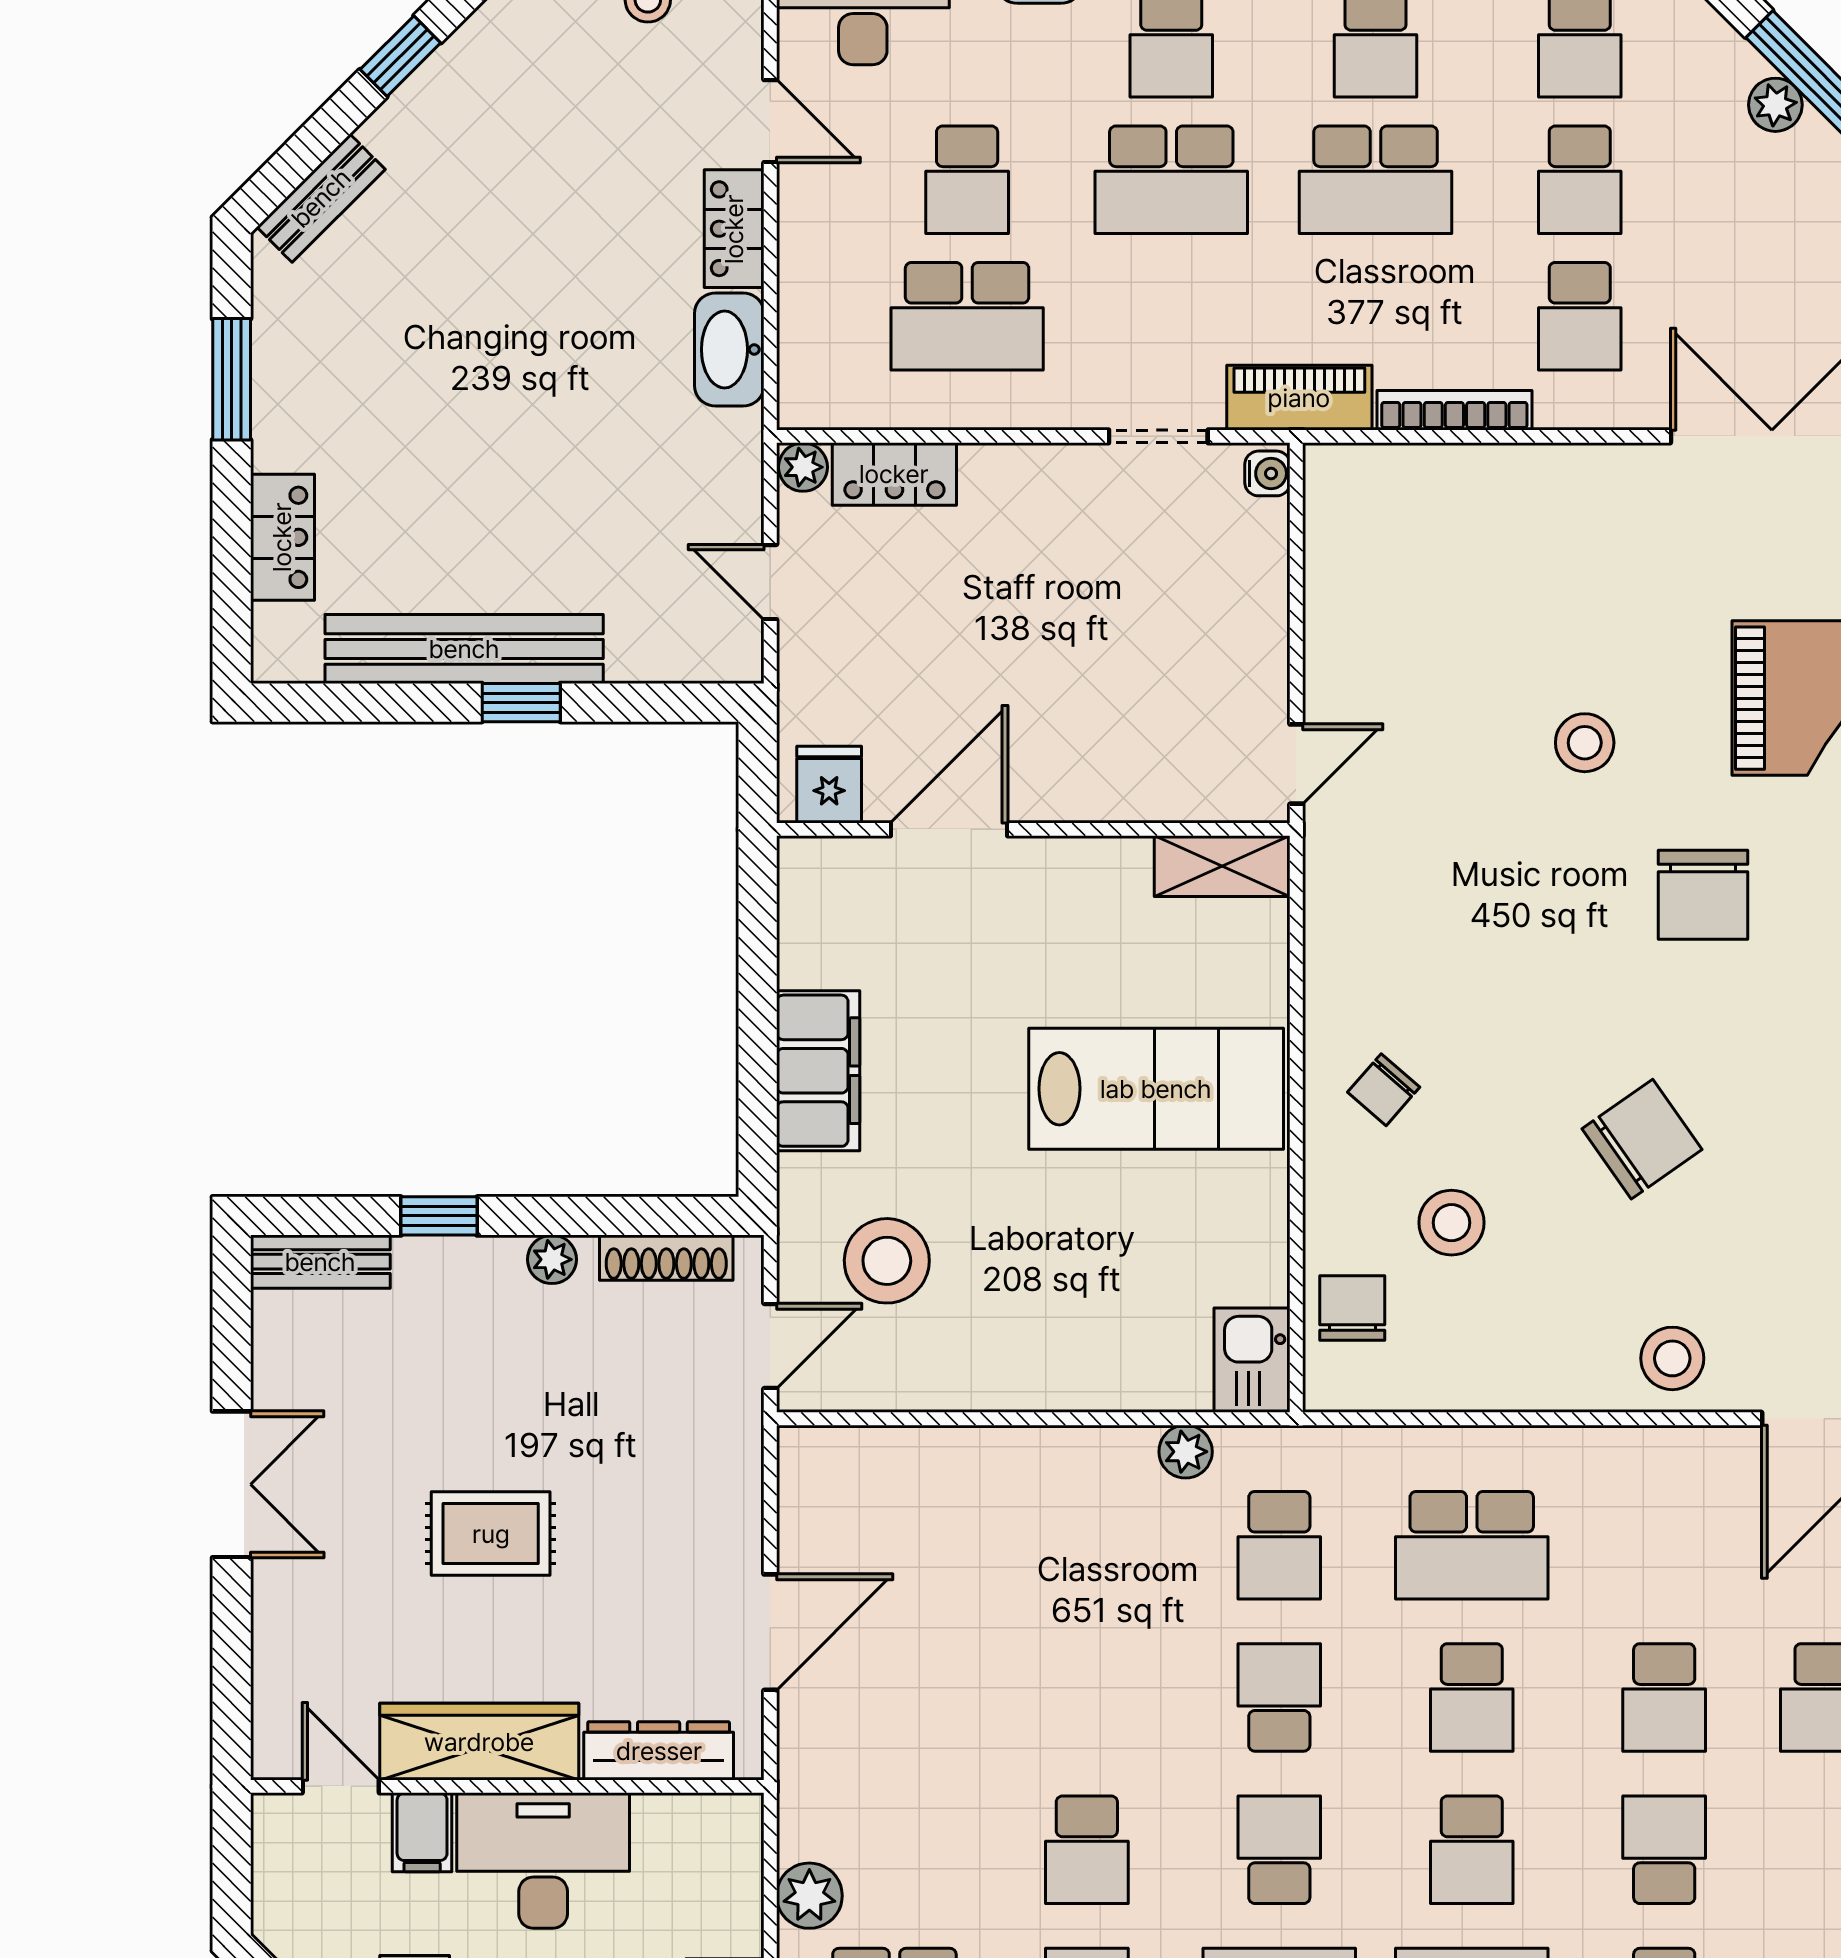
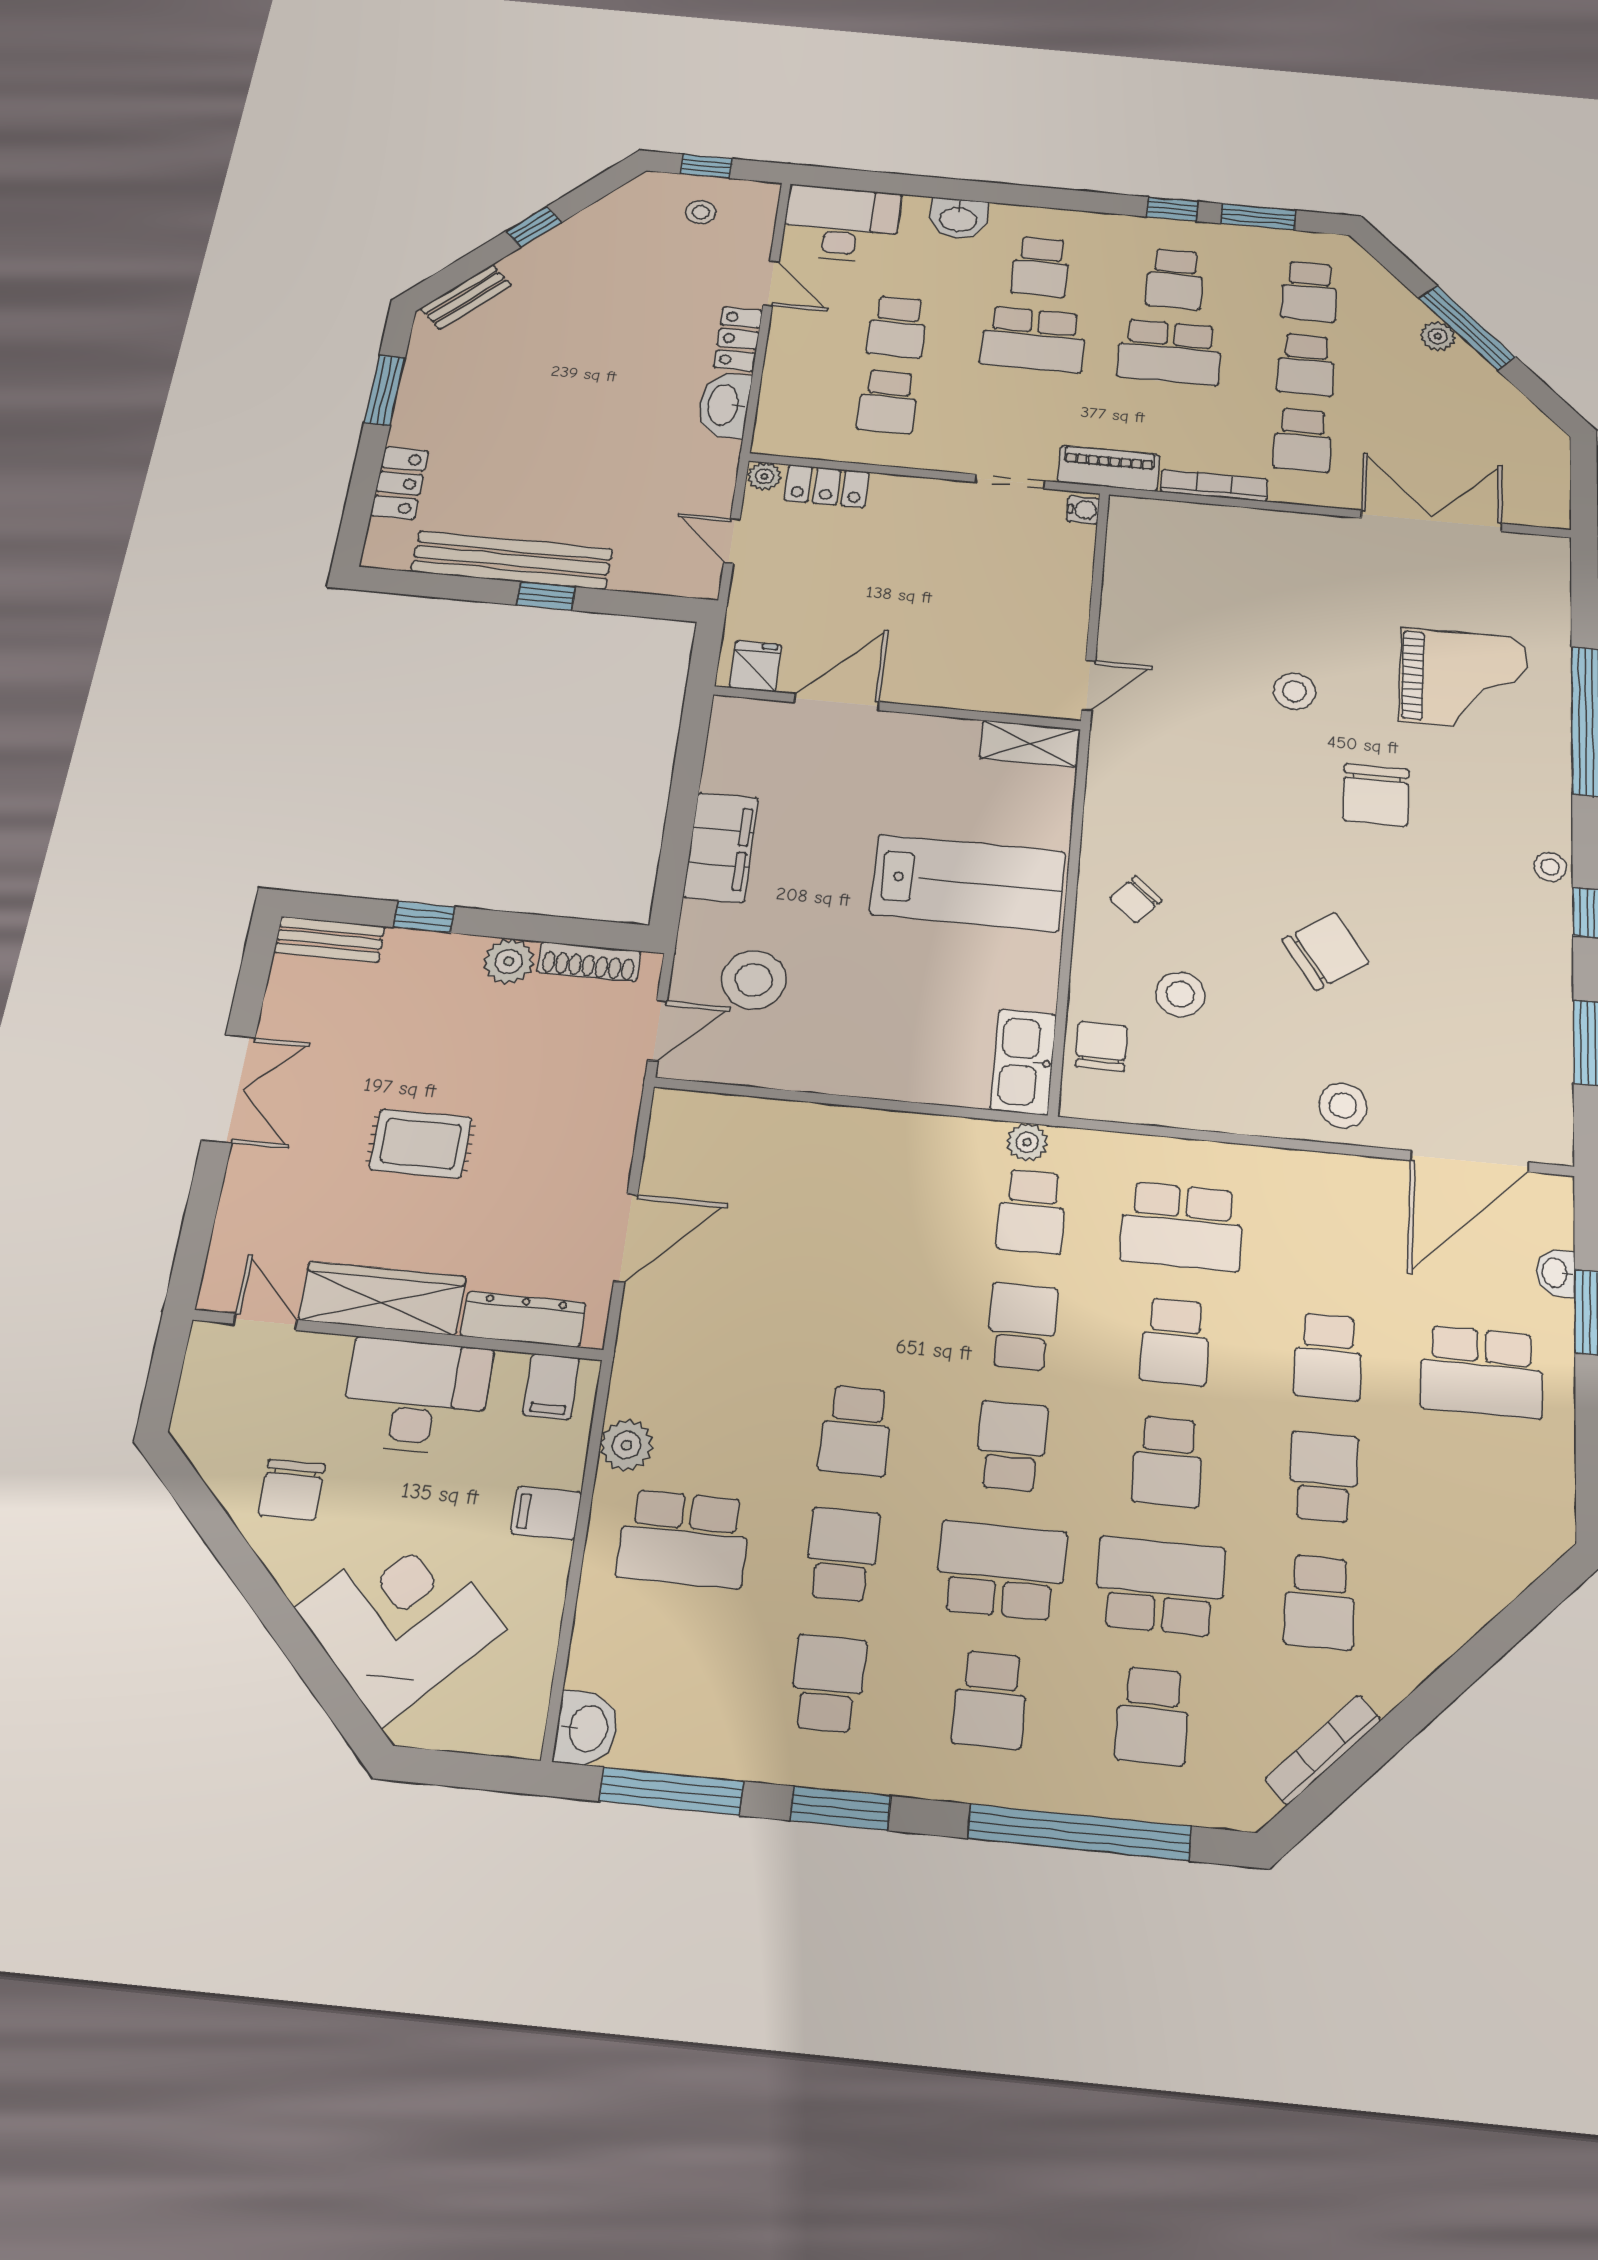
school desk: (967, 316) -> (888, 402), width x0.54
plant: (552, 1259) -> (509, 961), width x1.38, depth x1.38
kitchen sink: (1252, 1360) -> (1023, 1062), width x1.38
plant: (1186, 1452) -> (1027, 1142), moved
filing cabinet: (422, 1832) -> (551, 1387), moved

